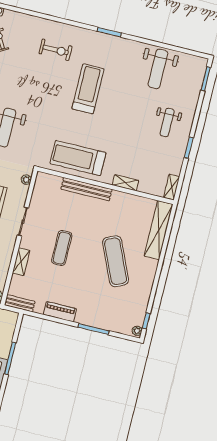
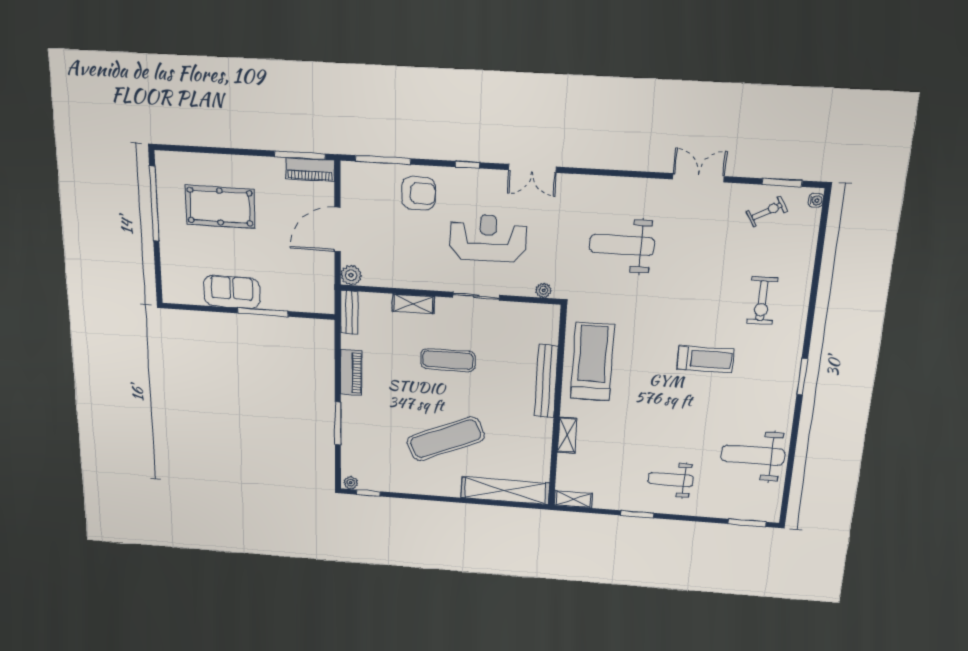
treadmill: (88, 89) -> (705, 359), width x0.73, depth x0.73

